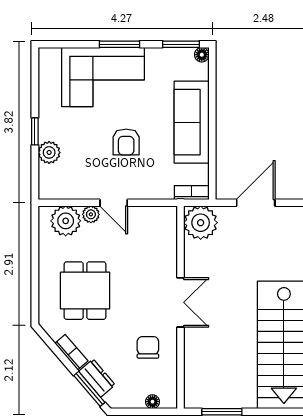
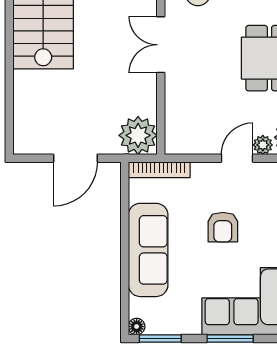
armchair: (126, 142) -> (223, 227), turned 180
bookcase: (192, 193) -> (159, 170), width x1.56
door: (114, 203) -> (237, 158), hinge flipped

